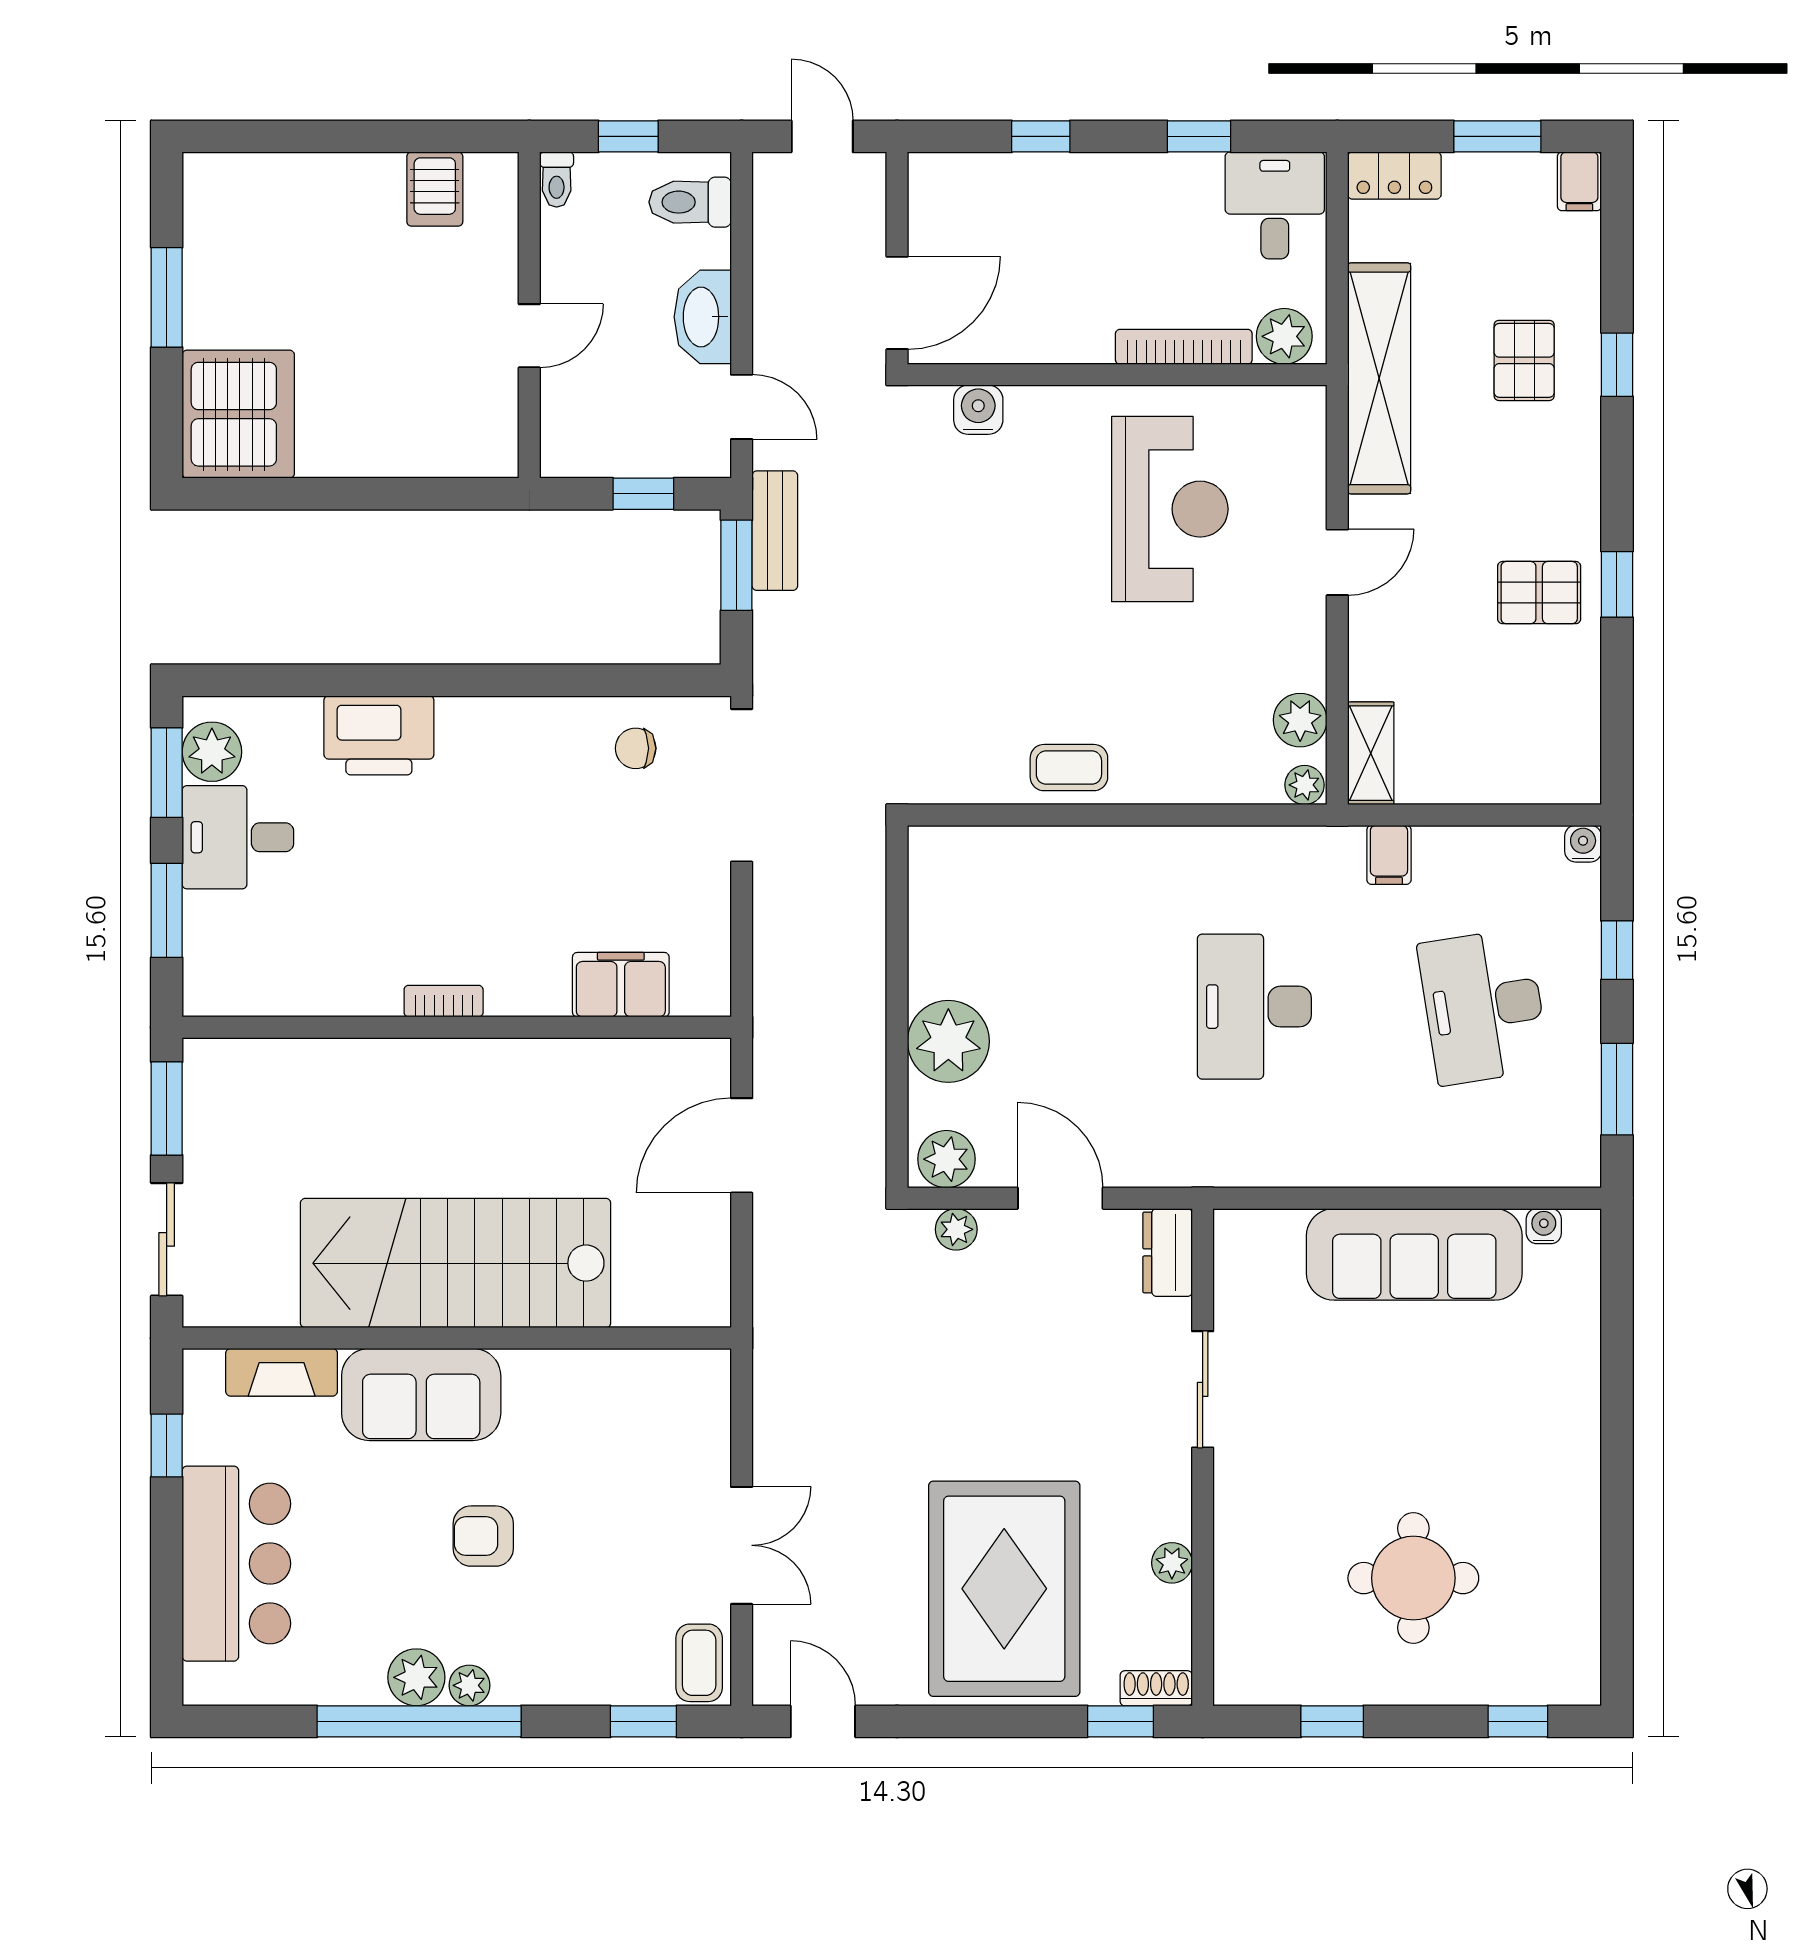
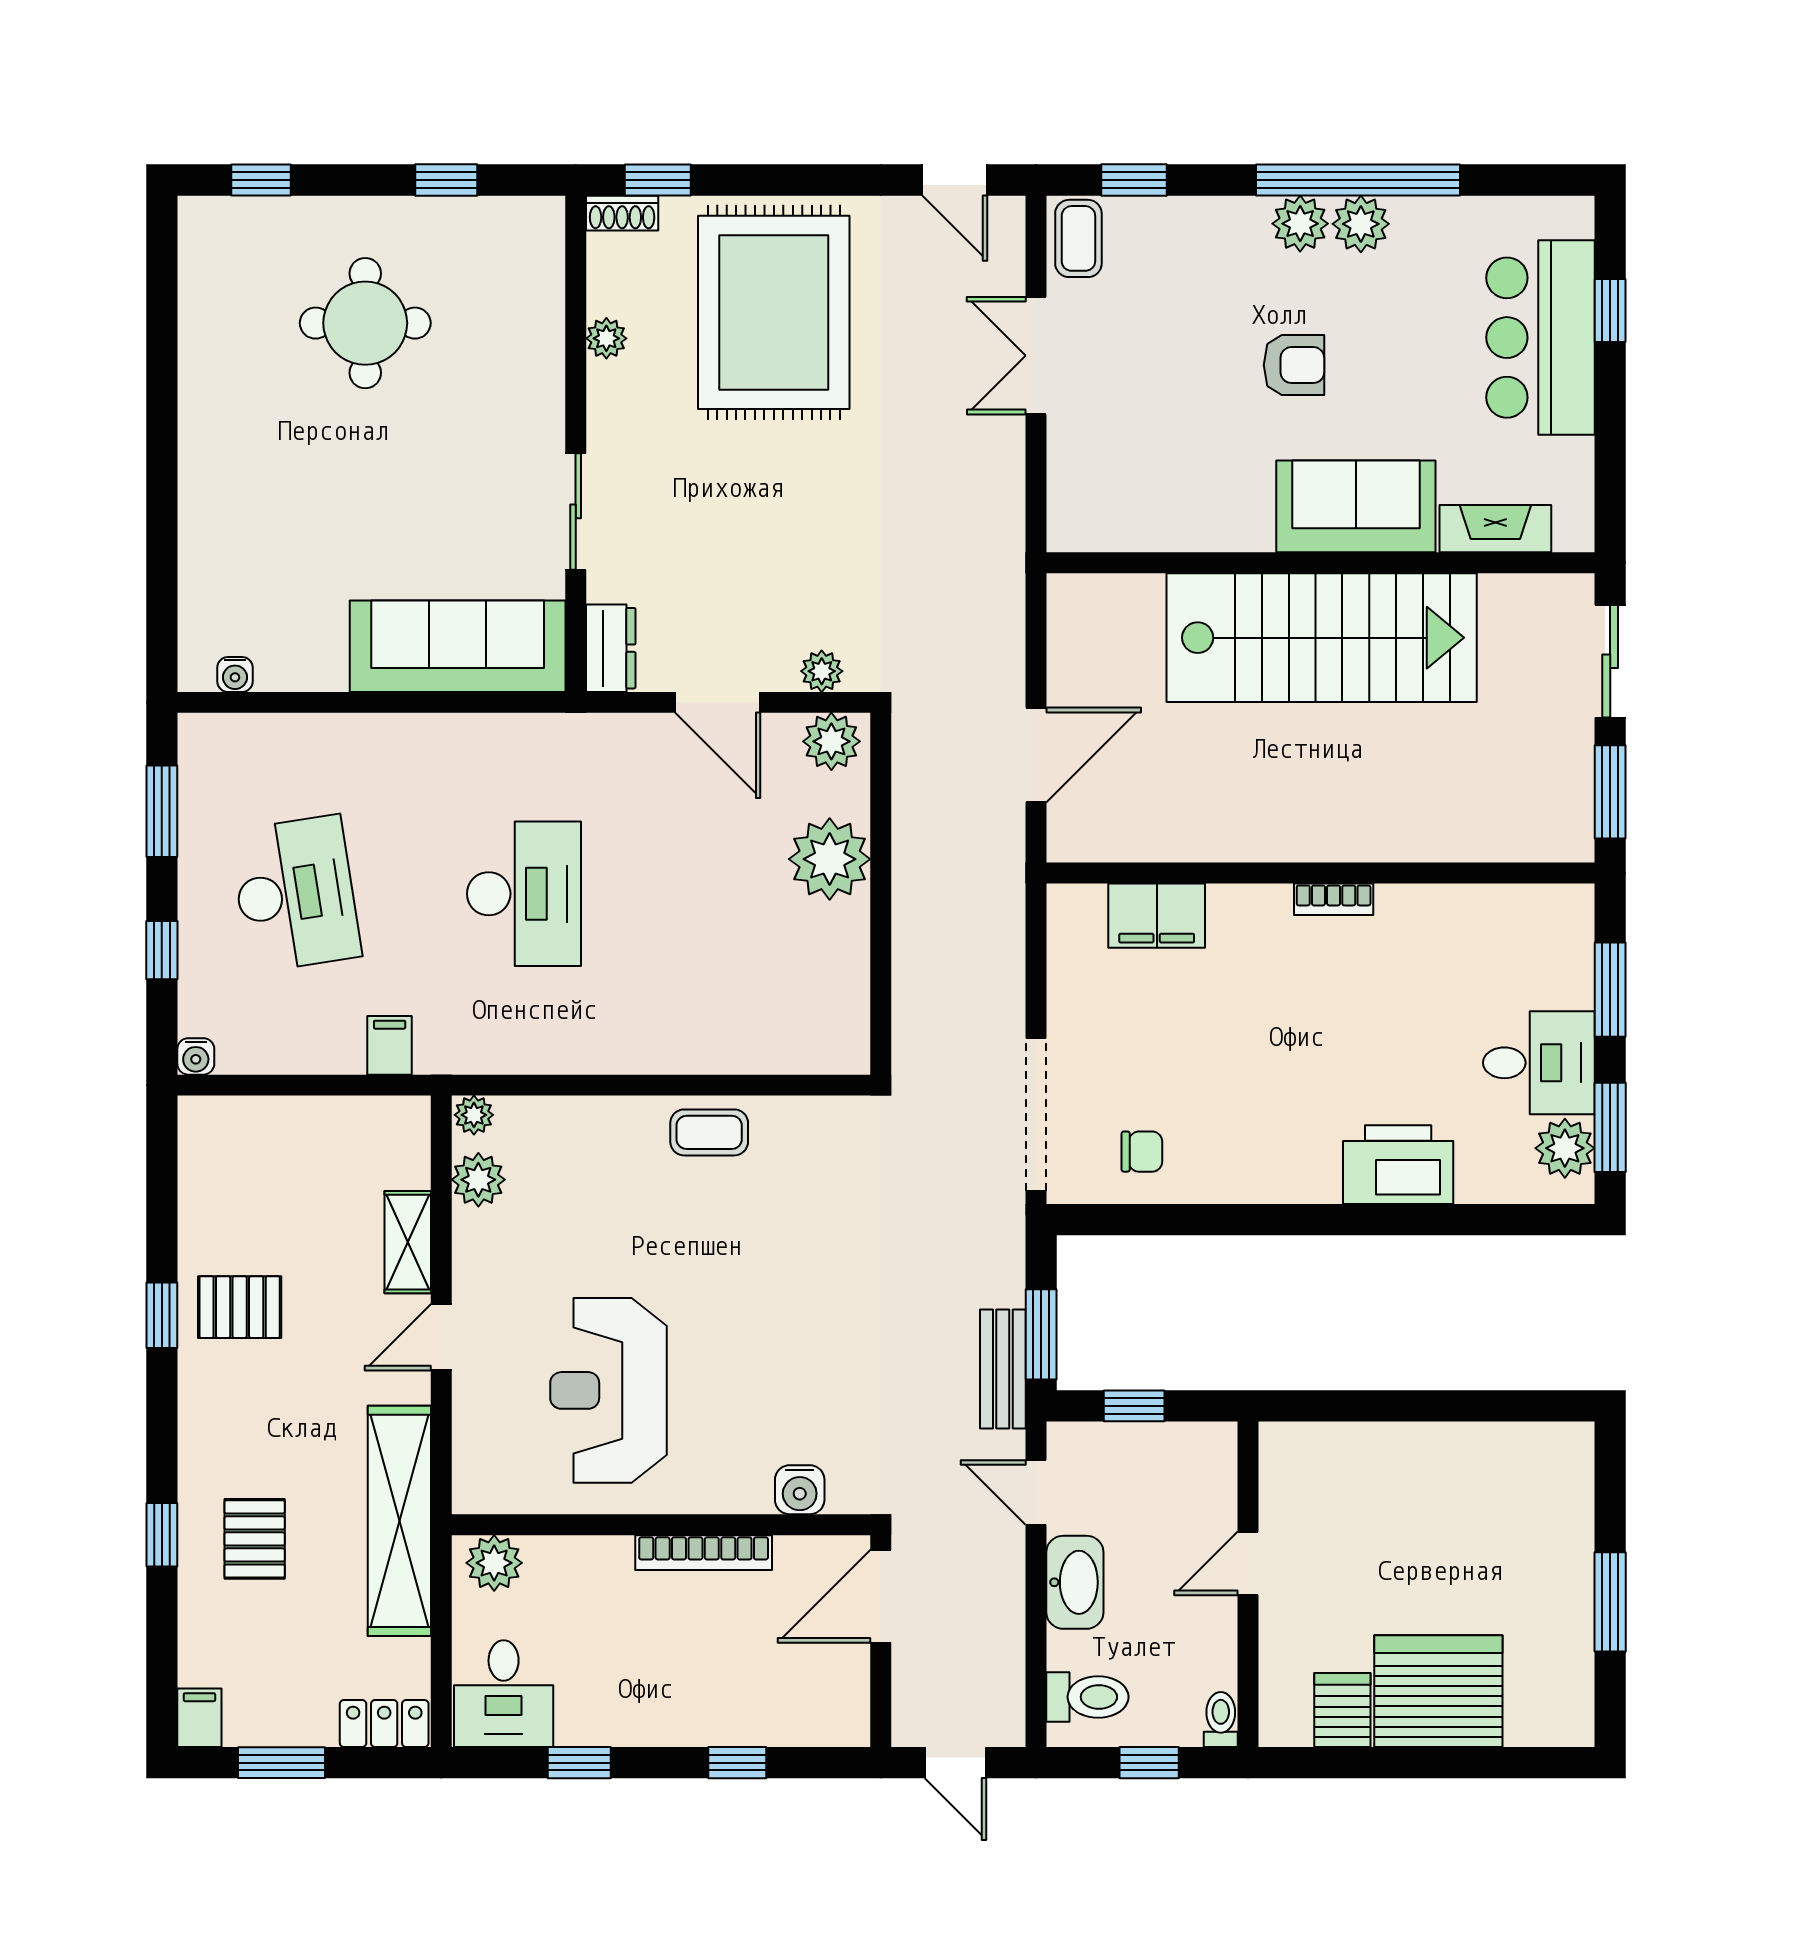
bookcase: (1184, 347) -> (704, 1553), moved
server rack: (238, 414) -> (1438, 1691), moved, turned 90
shelving: (1371, 753) -> (408, 1242), moved
sofa: (1414, 1254) -> (458, 646), moved
window: (167, 1445) -> (1610, 311), moved
plant: (469, 1685) -> (1300, 224), width x1.38, depth x1.38

